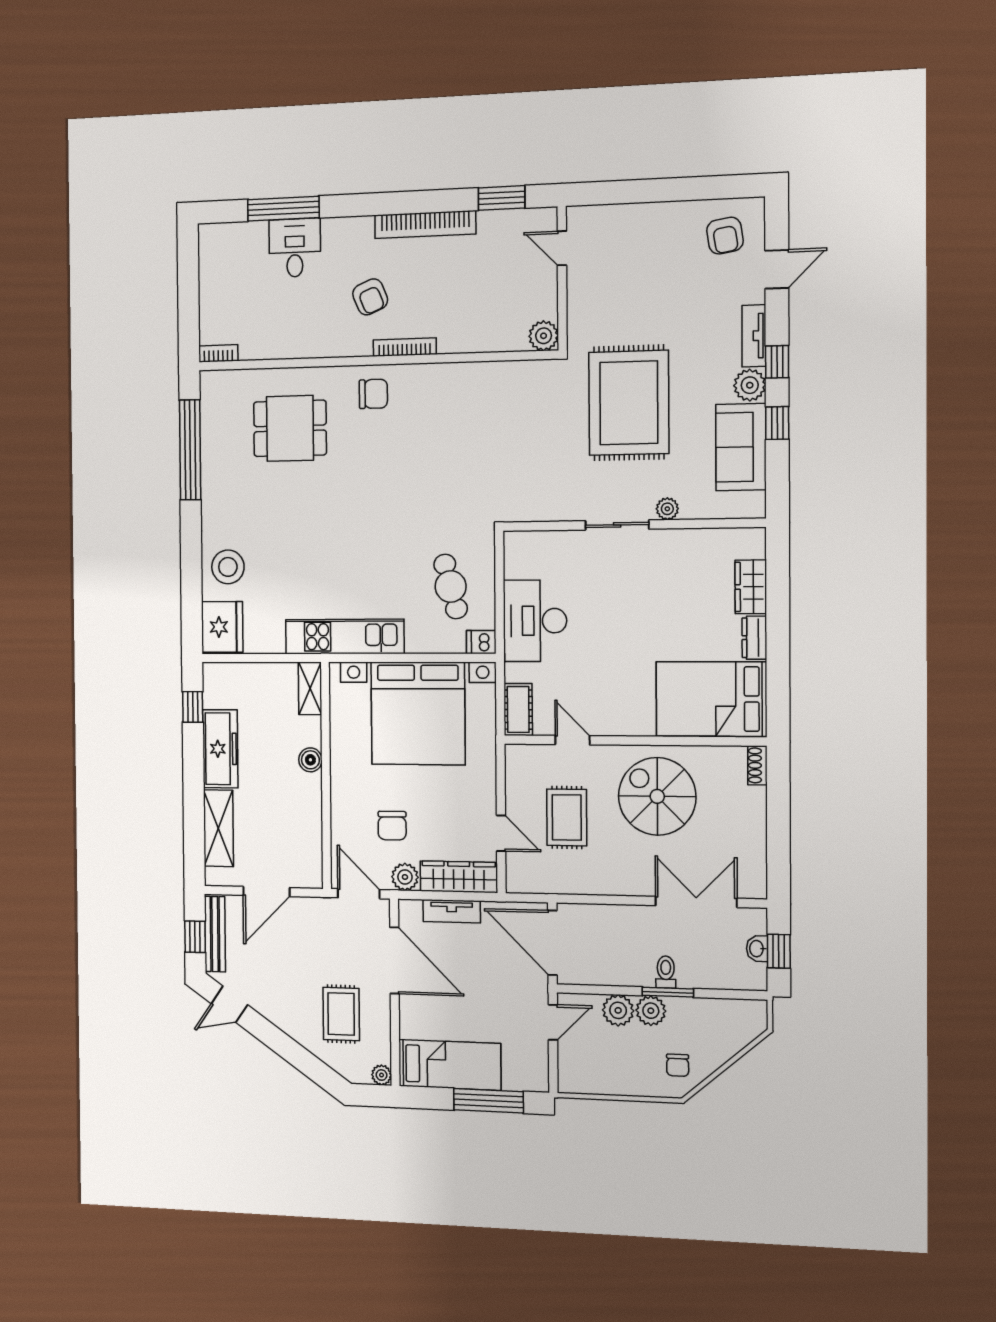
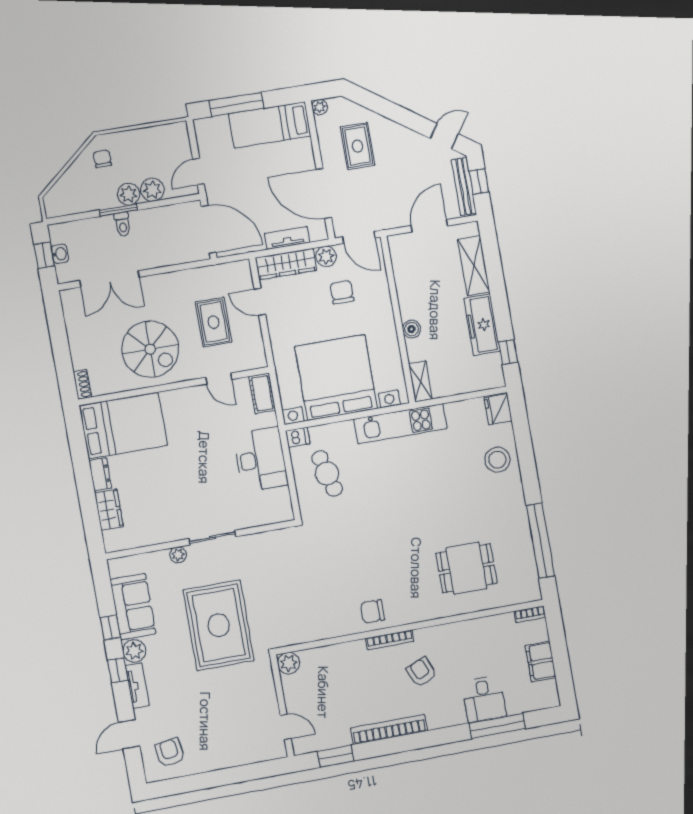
filing cabinet: (214, 288) -> (541, 661), added
chair: (373, 394) -> (373, 611), moved
fridge: (222, 627) -> (498, 409), width x0.73, depth x0.75

